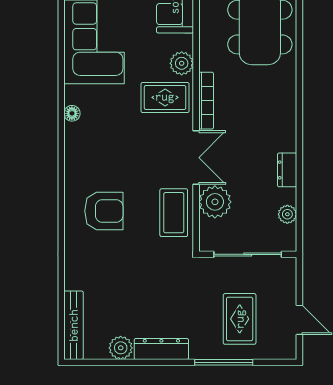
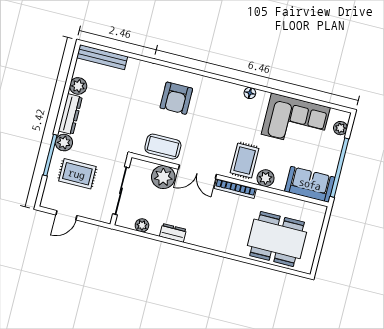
plant: (202, 348) -> (64, 143), added

